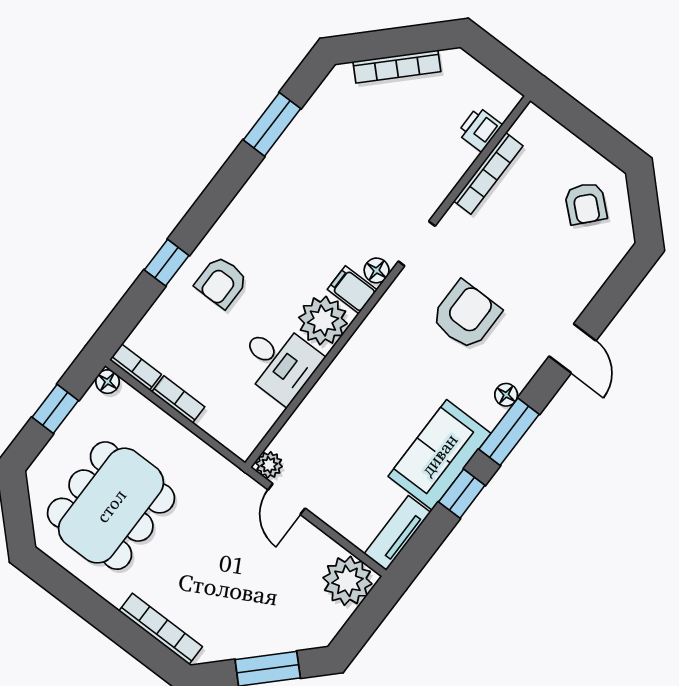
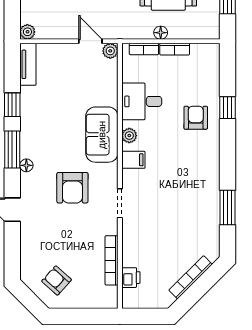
floor lamp: (377, 270) -> (129, 177), removed
plant: (323, 321) -> (129, 136), width x0.53, depth x0.53
bookcase: (135, 367) -> (144, 49), moved
floor lamp: (108, 382) -> (161, 33), moved
sofa: (439, 455) -> (102, 135), moved, turned 180
plant: (347, 581) -> (27, 32), width x0.53, depth x0.53

